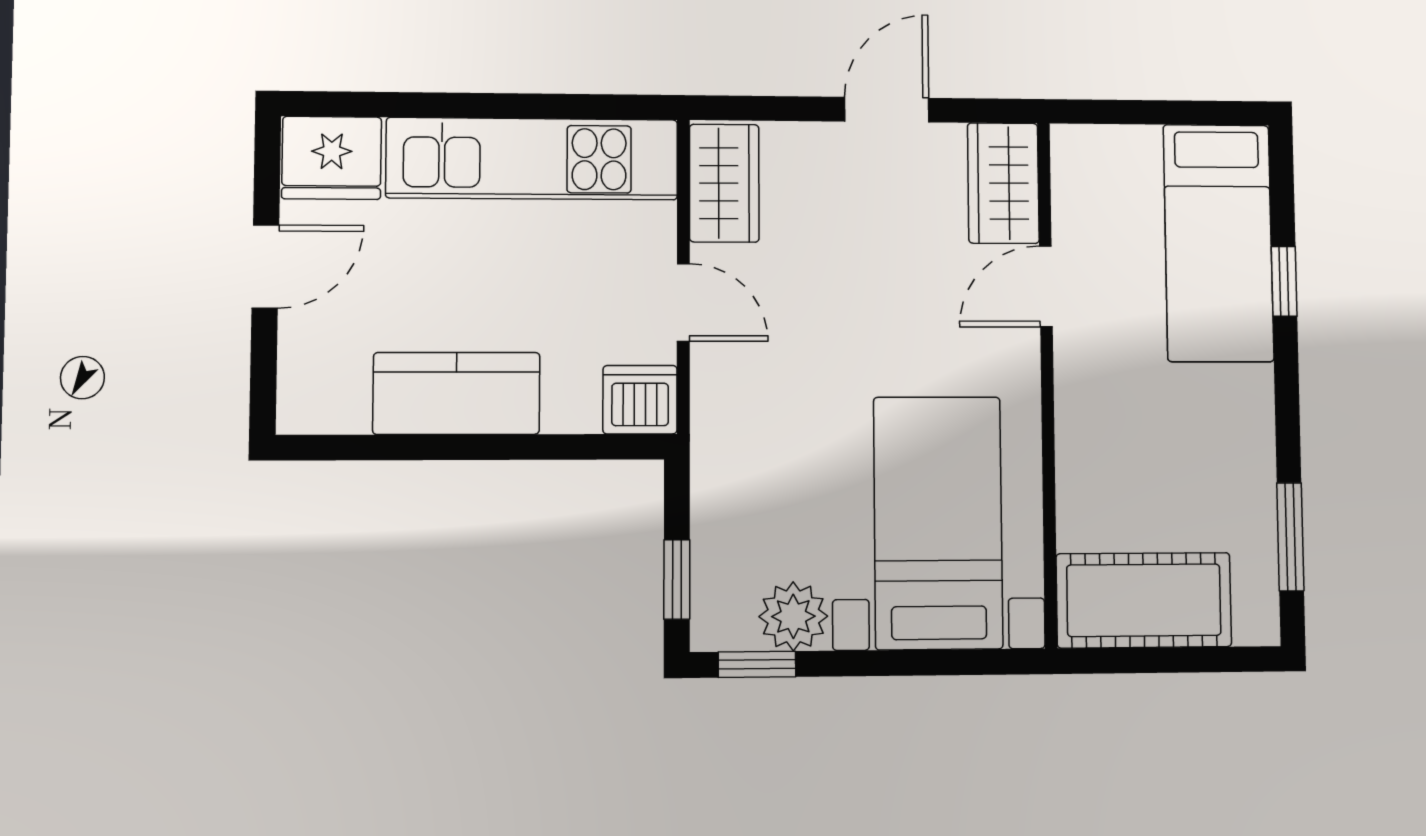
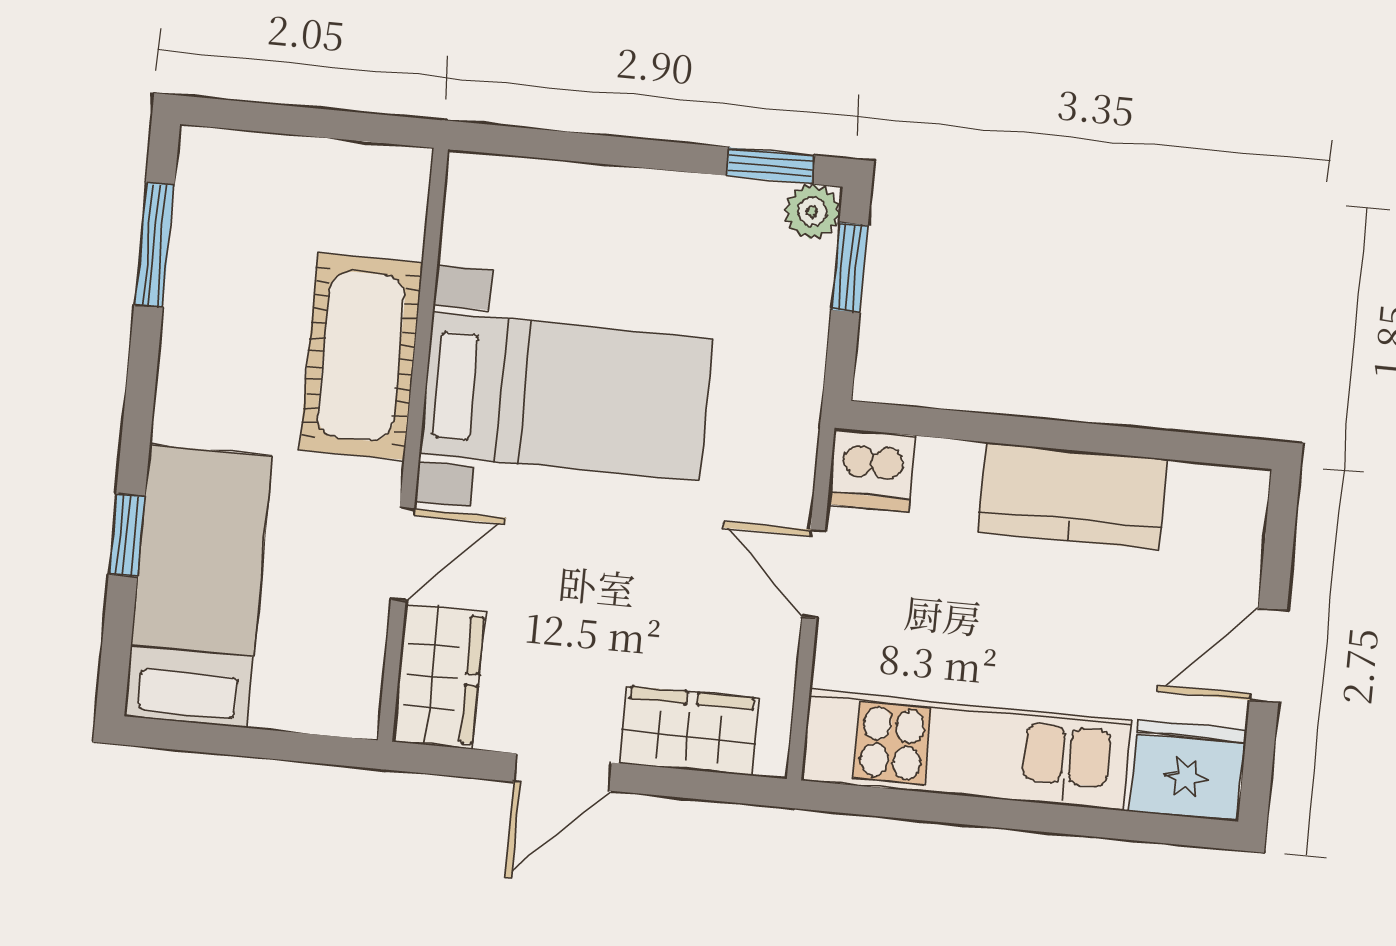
wardrobe: (724, 183) -> (689, 731), moved, turned 90
bed with nightstands: (938, 523) -> (566, 396), moved, turned -90
cot: (1144, 600) -> (361, 356), moved, turned 90
plant: (793, 616) -> (812, 212), moved, width x0.73, depth x0.73

